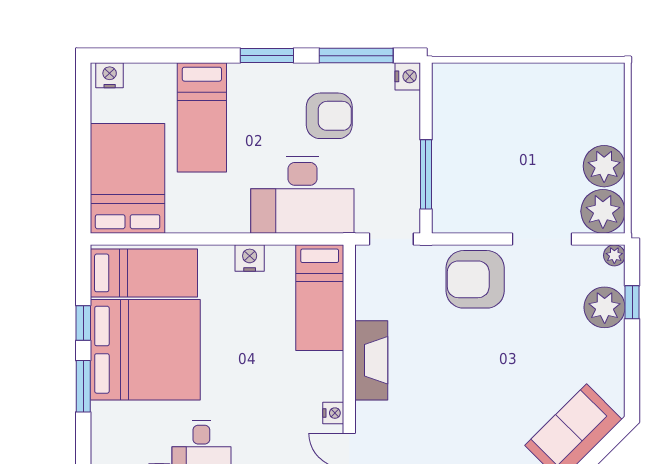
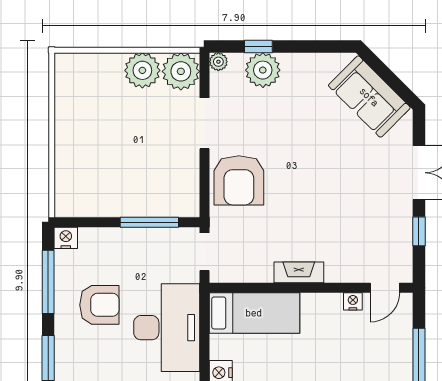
armchair: (329, 116) -> (99, 305), turned 90
fireplace: (371, 360) -> (299, 272), width x0.73, depth x0.76

